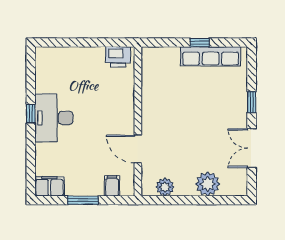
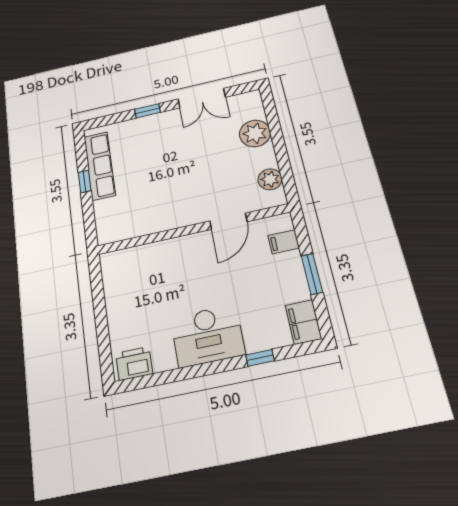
printer: (118, 57) -> (134, 363), moved, turned -90
window: (31, 114) -> (260, 358), moved

